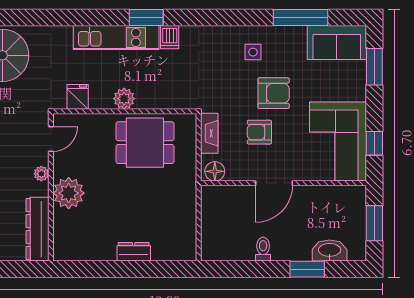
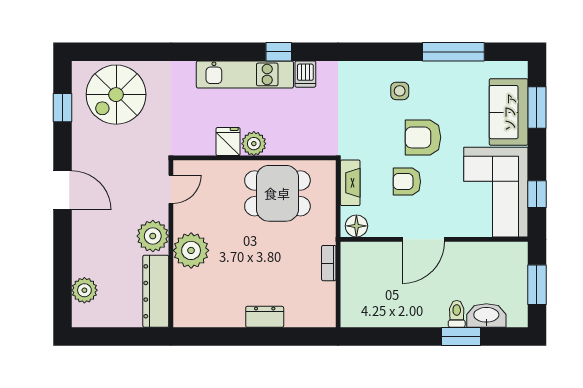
window: (146, 17) -> (279, 52), width x0.67
sofa: (337, 43) -> (509, 112), moved, turned 90
armchair: (274, 93) -> (423, 137), turned 180
fridge: (78, 97) -> (228, 142), moved
plant: (41, 174) -> (153, 236), width x1.88, depth x1.88
bookcase: (190, 204) -> (329, 263), added
toilet: (263, 249) -> (457, 314), moved

